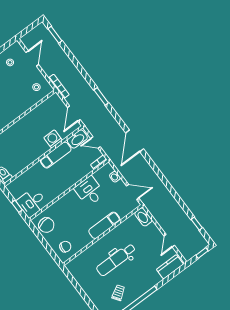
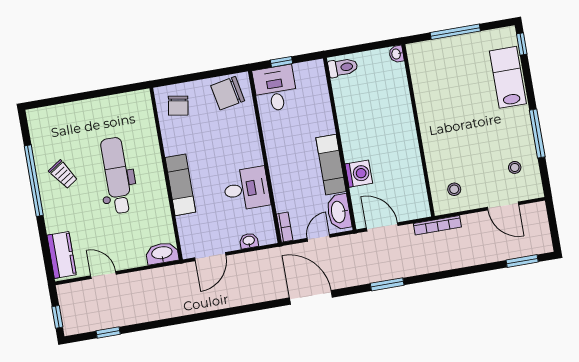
door: (135, 141) -> (311, 297), moved
trolley: (118, 293) -> (63, 174), moved

